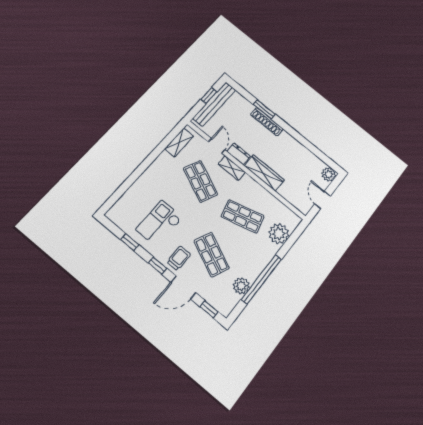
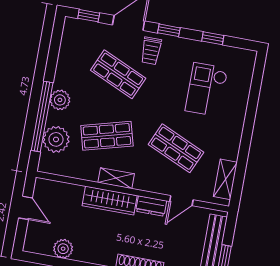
door: (217, 146) -> (181, 201), hinge flipped
shelving: (232, 168) -> (116, 178), moved
plant: (329, 174) -> (63, 249), moved
checkout: (159, 223) -> (207, 90), moved, turned 180
window: (262, 279) -> (42, 116), moved
plant: (241, 286) -> (60, 100), moved

